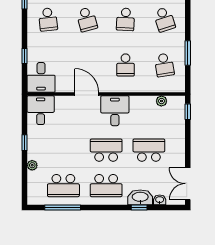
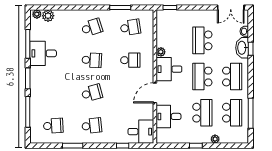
plant: (161, 101) -> (161, 52), moved
desk: (41, 110) -> (169, 116), moved
school desk: (63, 150) -> (202, 113), added

